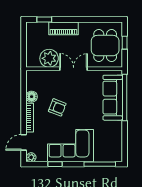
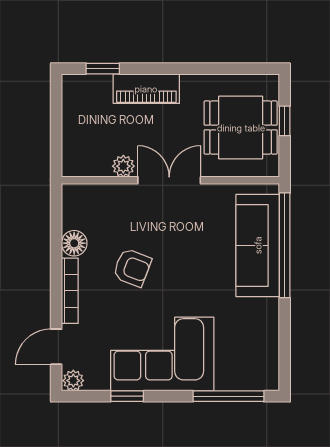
dining table: (105, 46) -> (241, 128), turned 90
plant: (49, 58) -> (123, 166), width x0.53, depth x0.53

